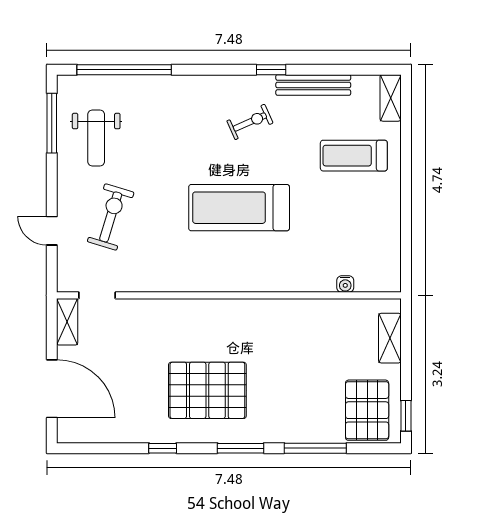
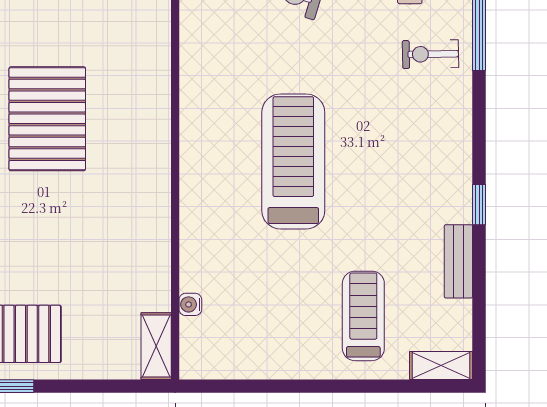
bench: (313, 85) -> (458, 261), width x0.73
exercise bike: (250, 122) -> (430, 54), moved, turned 113
shelving: (390, 338) -> (156, 346), moved, turned 90

